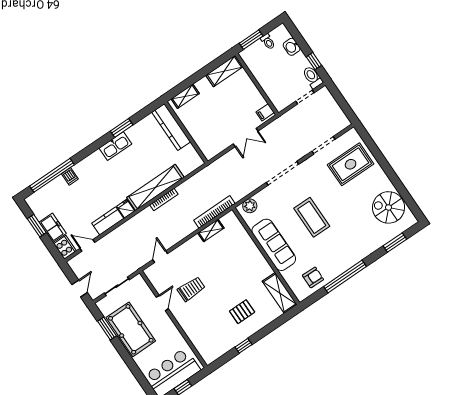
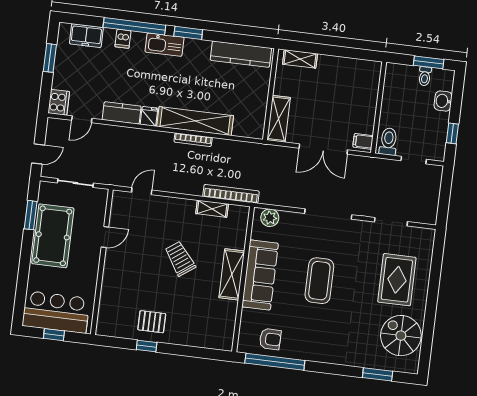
window: (251, 40) -> (429, 62), moved
shelving: (224, 71) -> (279, 119), moved, turned 90
toilet: (312, 77) -> (388, 141), moved
kitchen counter: (171, 127) -> (241, 54), moved, turned -90
window: (122, 128) -> (188, 33), moved
double door: (246, 137) -> (323, 149), width x1.37
kitchen sink: (115, 146) -> (164, 45), moved
rug: (351, 164) -> (397, 280), moved, turned 90
window: (52, 175) -> (134, 26), moved
freezer: (53, 228) -> (86, 36), moved, turned 90
door: (87, 245) -> (82, 119), swing flipped
window: (345, 277) -> (275, 362), moved
trolley: (191, 289) -> (180, 259), moved, turned -126
shelving: (280, 293) -> (232, 274), moved
pallet: (242, 312) -> (152, 322), moved

